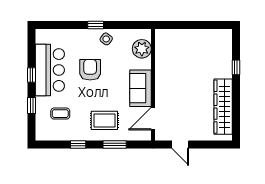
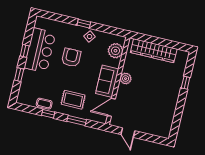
plant: (162, 80) -> (126, 79), added
wardrobe: (223, 107) -> (154, 51), moved, turned -90
coffee table: (60, 114) -> (44, 104), moved

